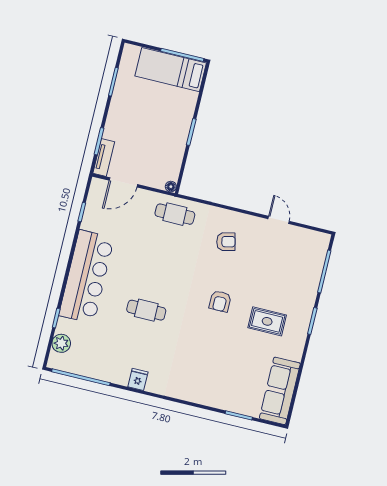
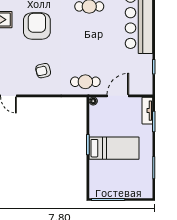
bed: (171, 70) -> (114, 148), moved
door: (123, 182) -> (118, 96), moved
armchair: (220, 301) -> (37, 26), width x1.88, depth x1.88

